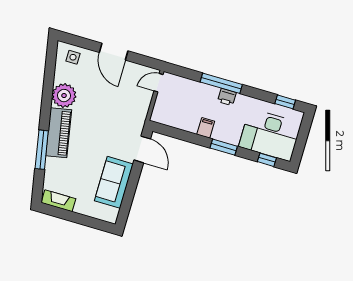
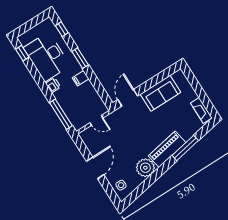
door: (159, 83) -> (96, 120), moved
window: (221, 83) -> (61, 114), moved
desk: (270, 135) -> (47, 57), moved, turned 180

